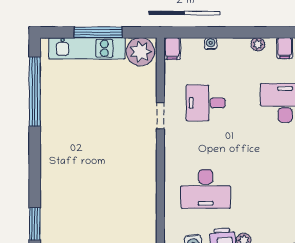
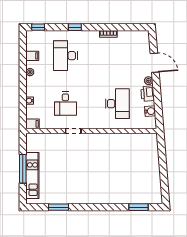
plant: (140, 52) -> (34, 143), removed
window: (35, 92) -> (59, 207), width x0.47

